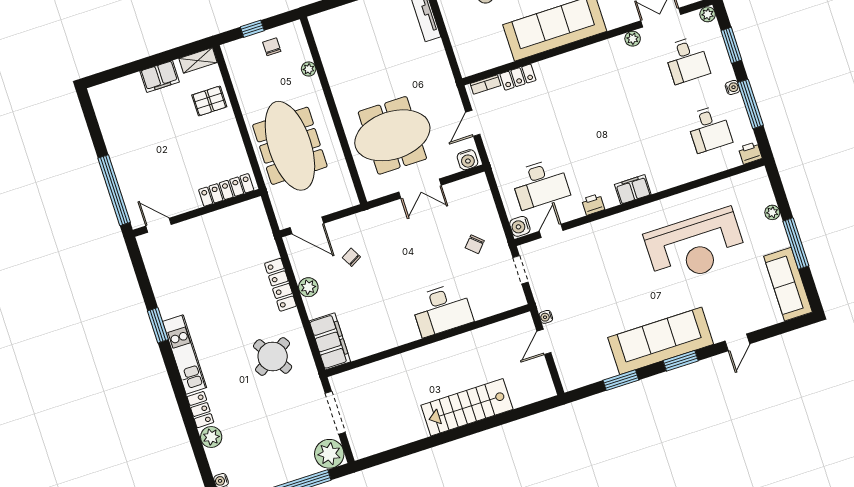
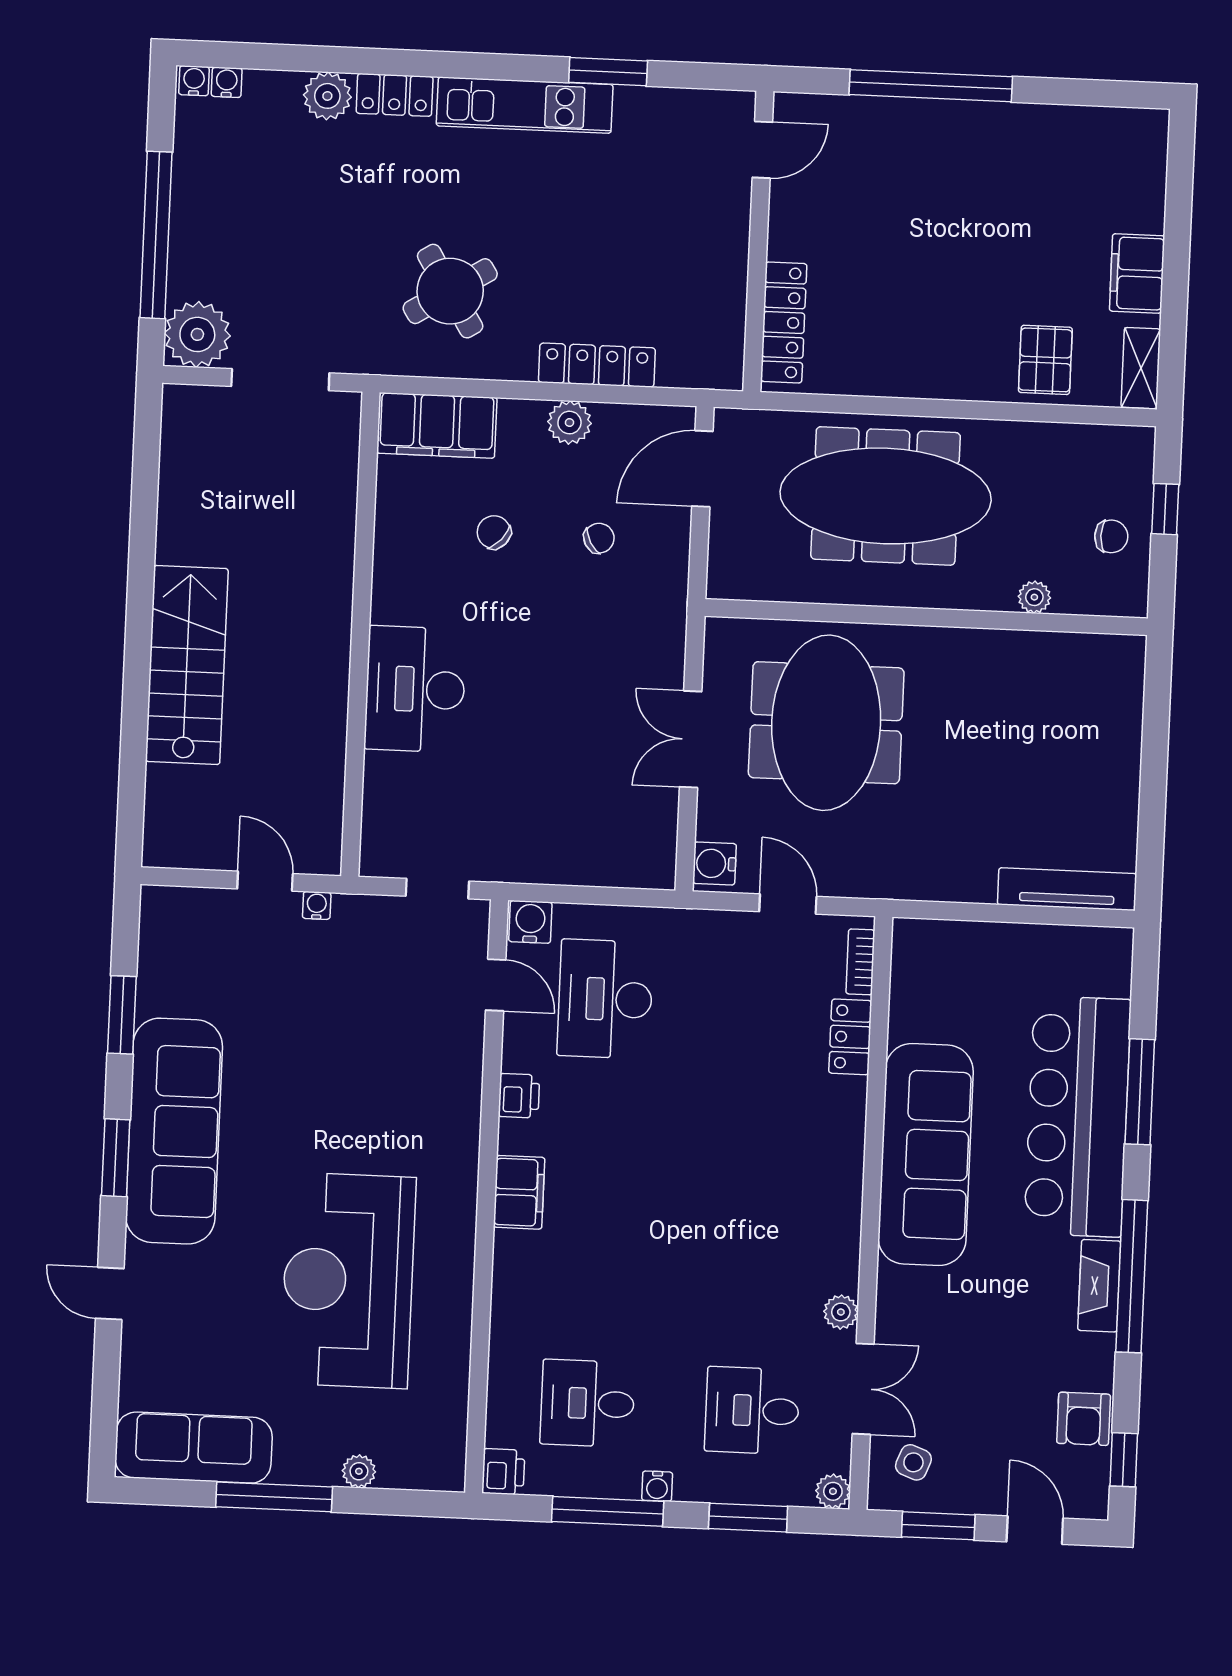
locker: (226, 190) -> (784, 322), moved
wall: (197, 213) -> (758, 241), moved
door: (158, 225) -> (762, 150), moved
chair: (475, 244) -> (494, 532), moved

